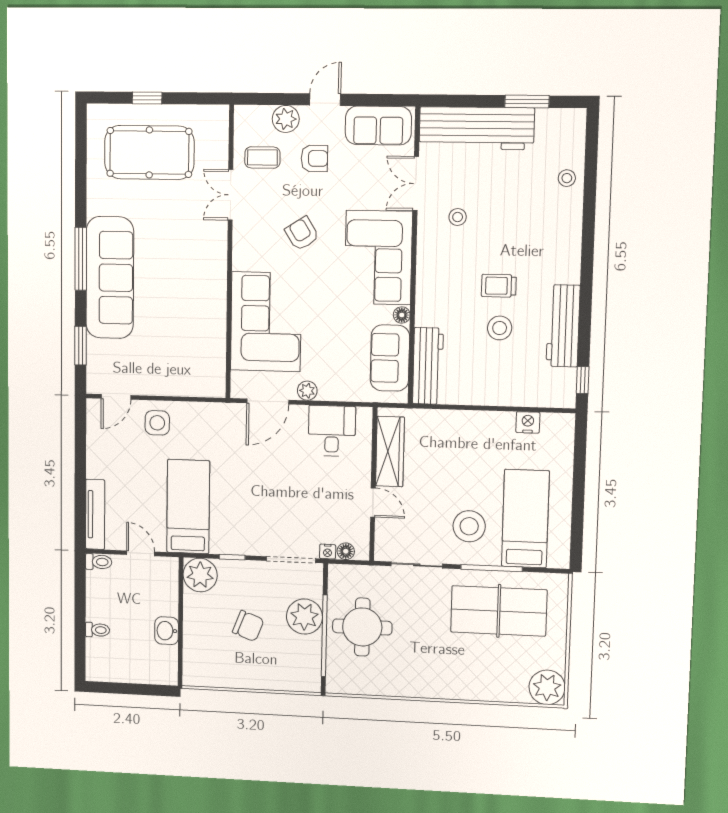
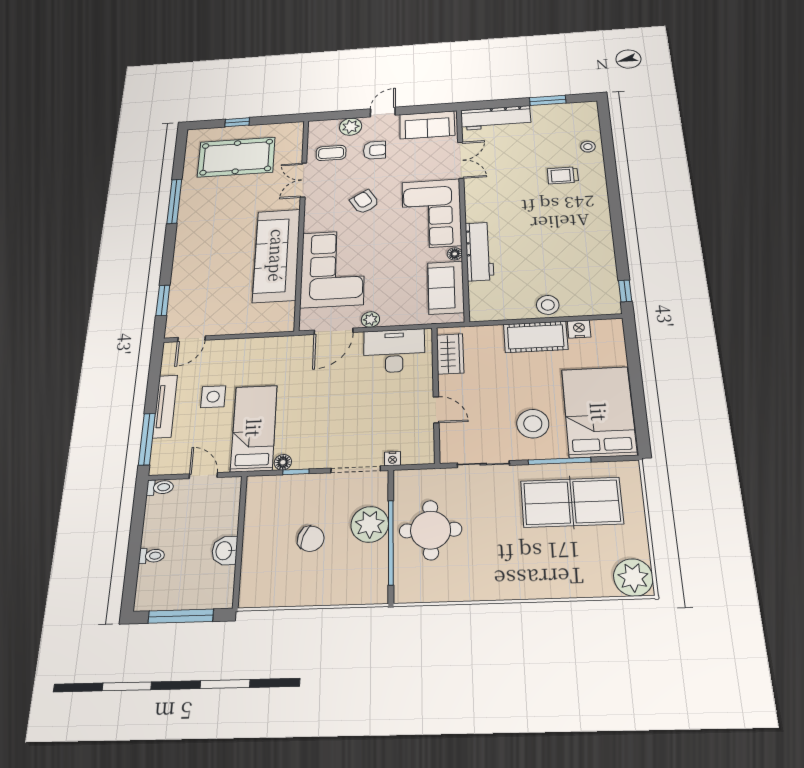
workbench: (477, 128) -> (496, 118), width x0.73, depth x0.76
double door: (416, 184) -> (461, 160), swing flipped
stool: (458, 217) -> (498, 180), removed
window: (81, 259) -> (174, 201), moved
sofa: (110, 278) -> (277, 255), moved, turned 180
trolley: (499, 286) -> (563, 175), moved
workbench: (563, 326) -> (601, 251), removed
stool: (500, 328) -> (548, 305), moved
workbench: (428, 366) -> (479, 251), moved
side table: (157, 423) -> (213, 397), moved
cot: (481, 428) -> (536, 337), added
desk: (332, 431) -> (394, 351), width x1.37
wardrobe: (390, 452) -> (450, 354), width x0.67
window: (80, 509) -> (147, 439), added
tv unit: (95, 514) -> (165, 406), moved
bed: (525, 519) -> (599, 412), width x1.50
floor lamp: (346, 551) -> (283, 462), moved
plant: (200, 575) -> (263, 492), removed
window: (130, 689) -> (181, 616), added

